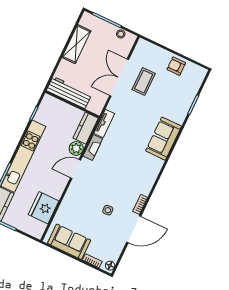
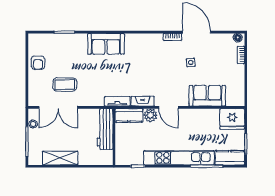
double door: (119, 78) -> (58, 107), moved
workbench: (69, 92) -> (105, 129), moved
fridge: (44, 208) -> (232, 119), moved
sofa: (69, 242) -> (207, 96), moved, turned 90

